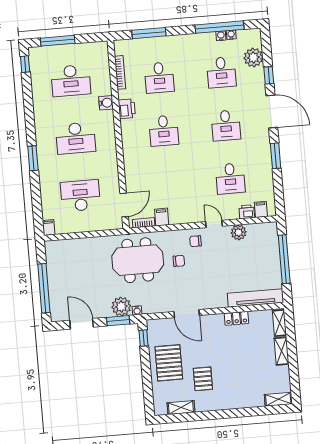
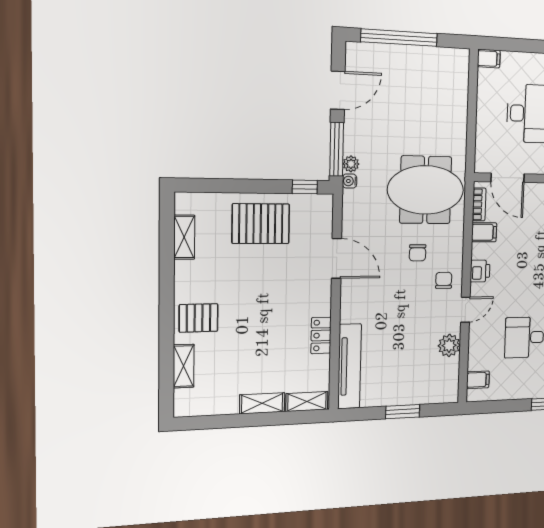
printer: (247, 212) -> (480, 271), moved
window: (284, 259) -> (403, 412), width x0.47
meeting table: (138, 260) -> (426, 190), turned 90
plant: (121, 306) -> (351, 164), width x0.53, depth x0.53
door: (187, 314) -> (337, 258), swing flipped
window: (118, 321) -> (337, 149), width x1.44
pallet: (203, 379) -> (198, 318), moved
shelving: (278, 399) -> (184, 366), moved

